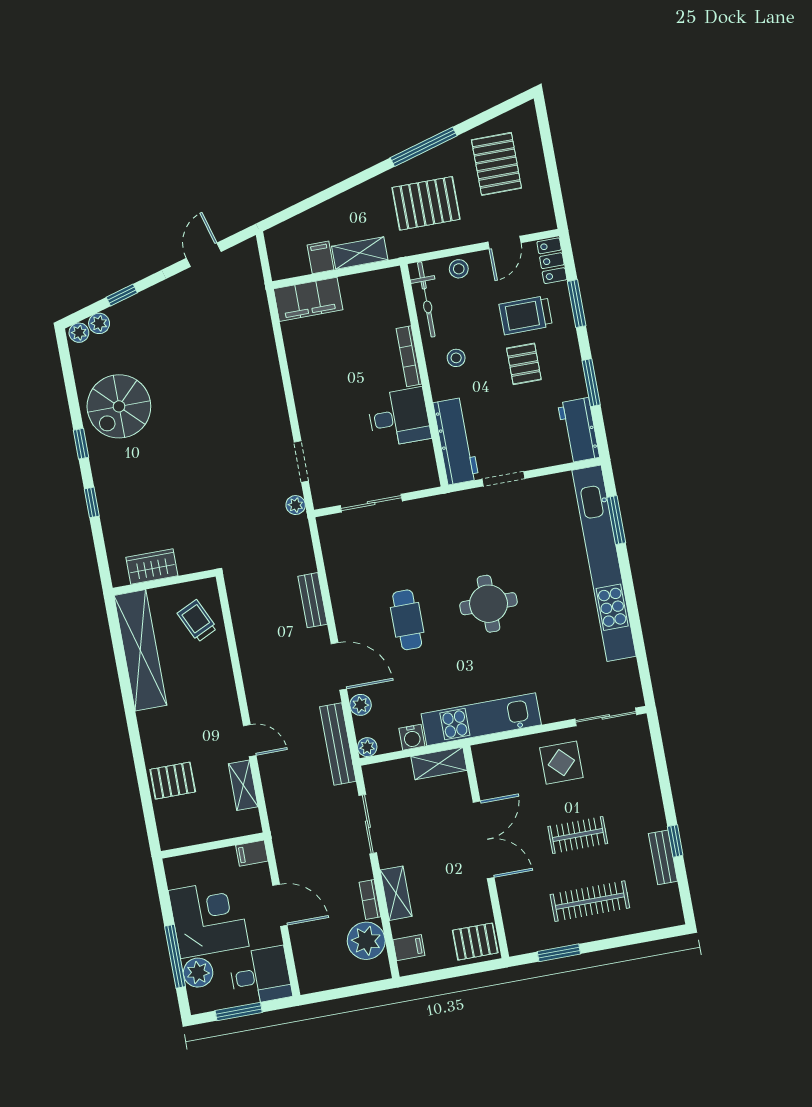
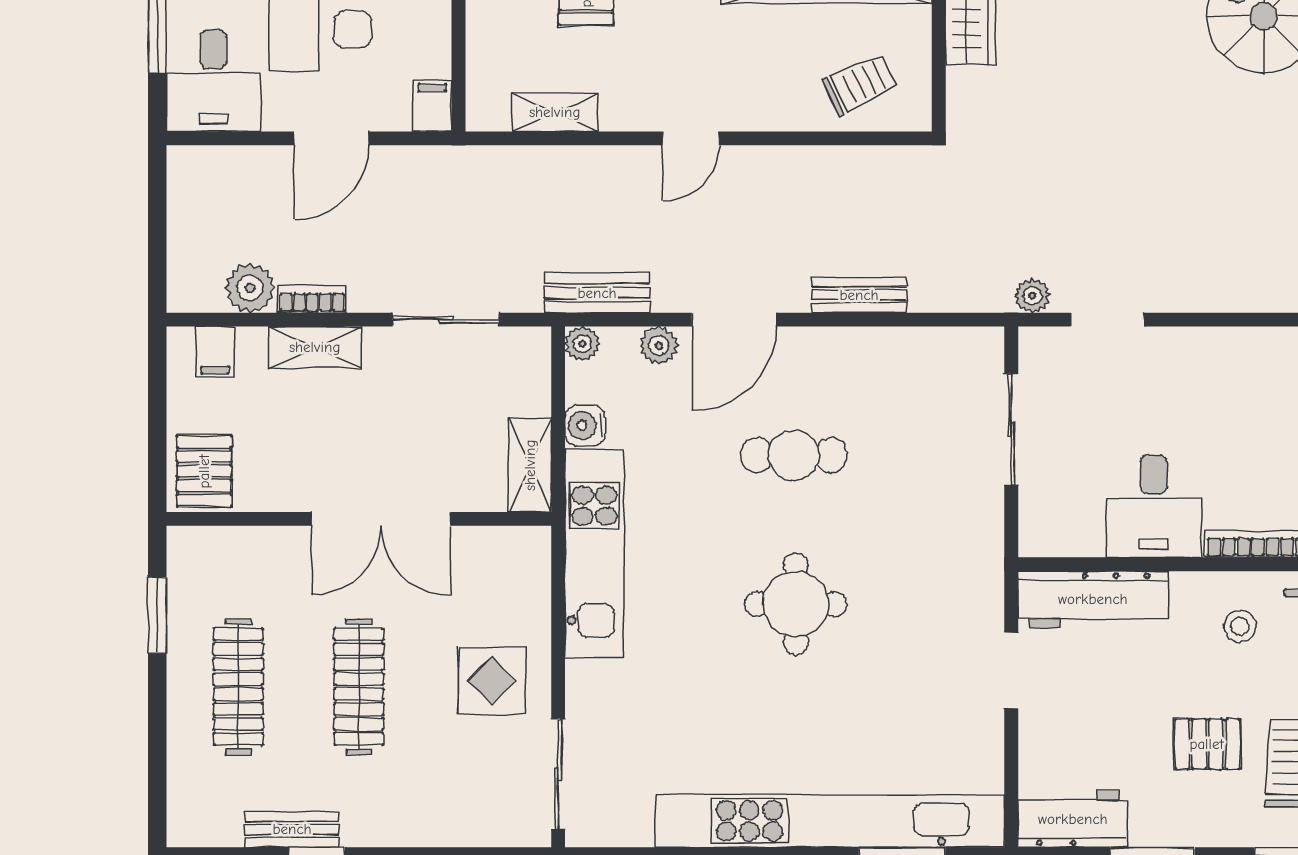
door: (250, 741) -> (691, 138), moved
bench: (338, 744) -> (597, 293), width x0.73
clothes rail: (578, 835) -> (359, 687), width x1.36
plant: (366, 941) -> (250, 288), width x0.73, depth x0.73

